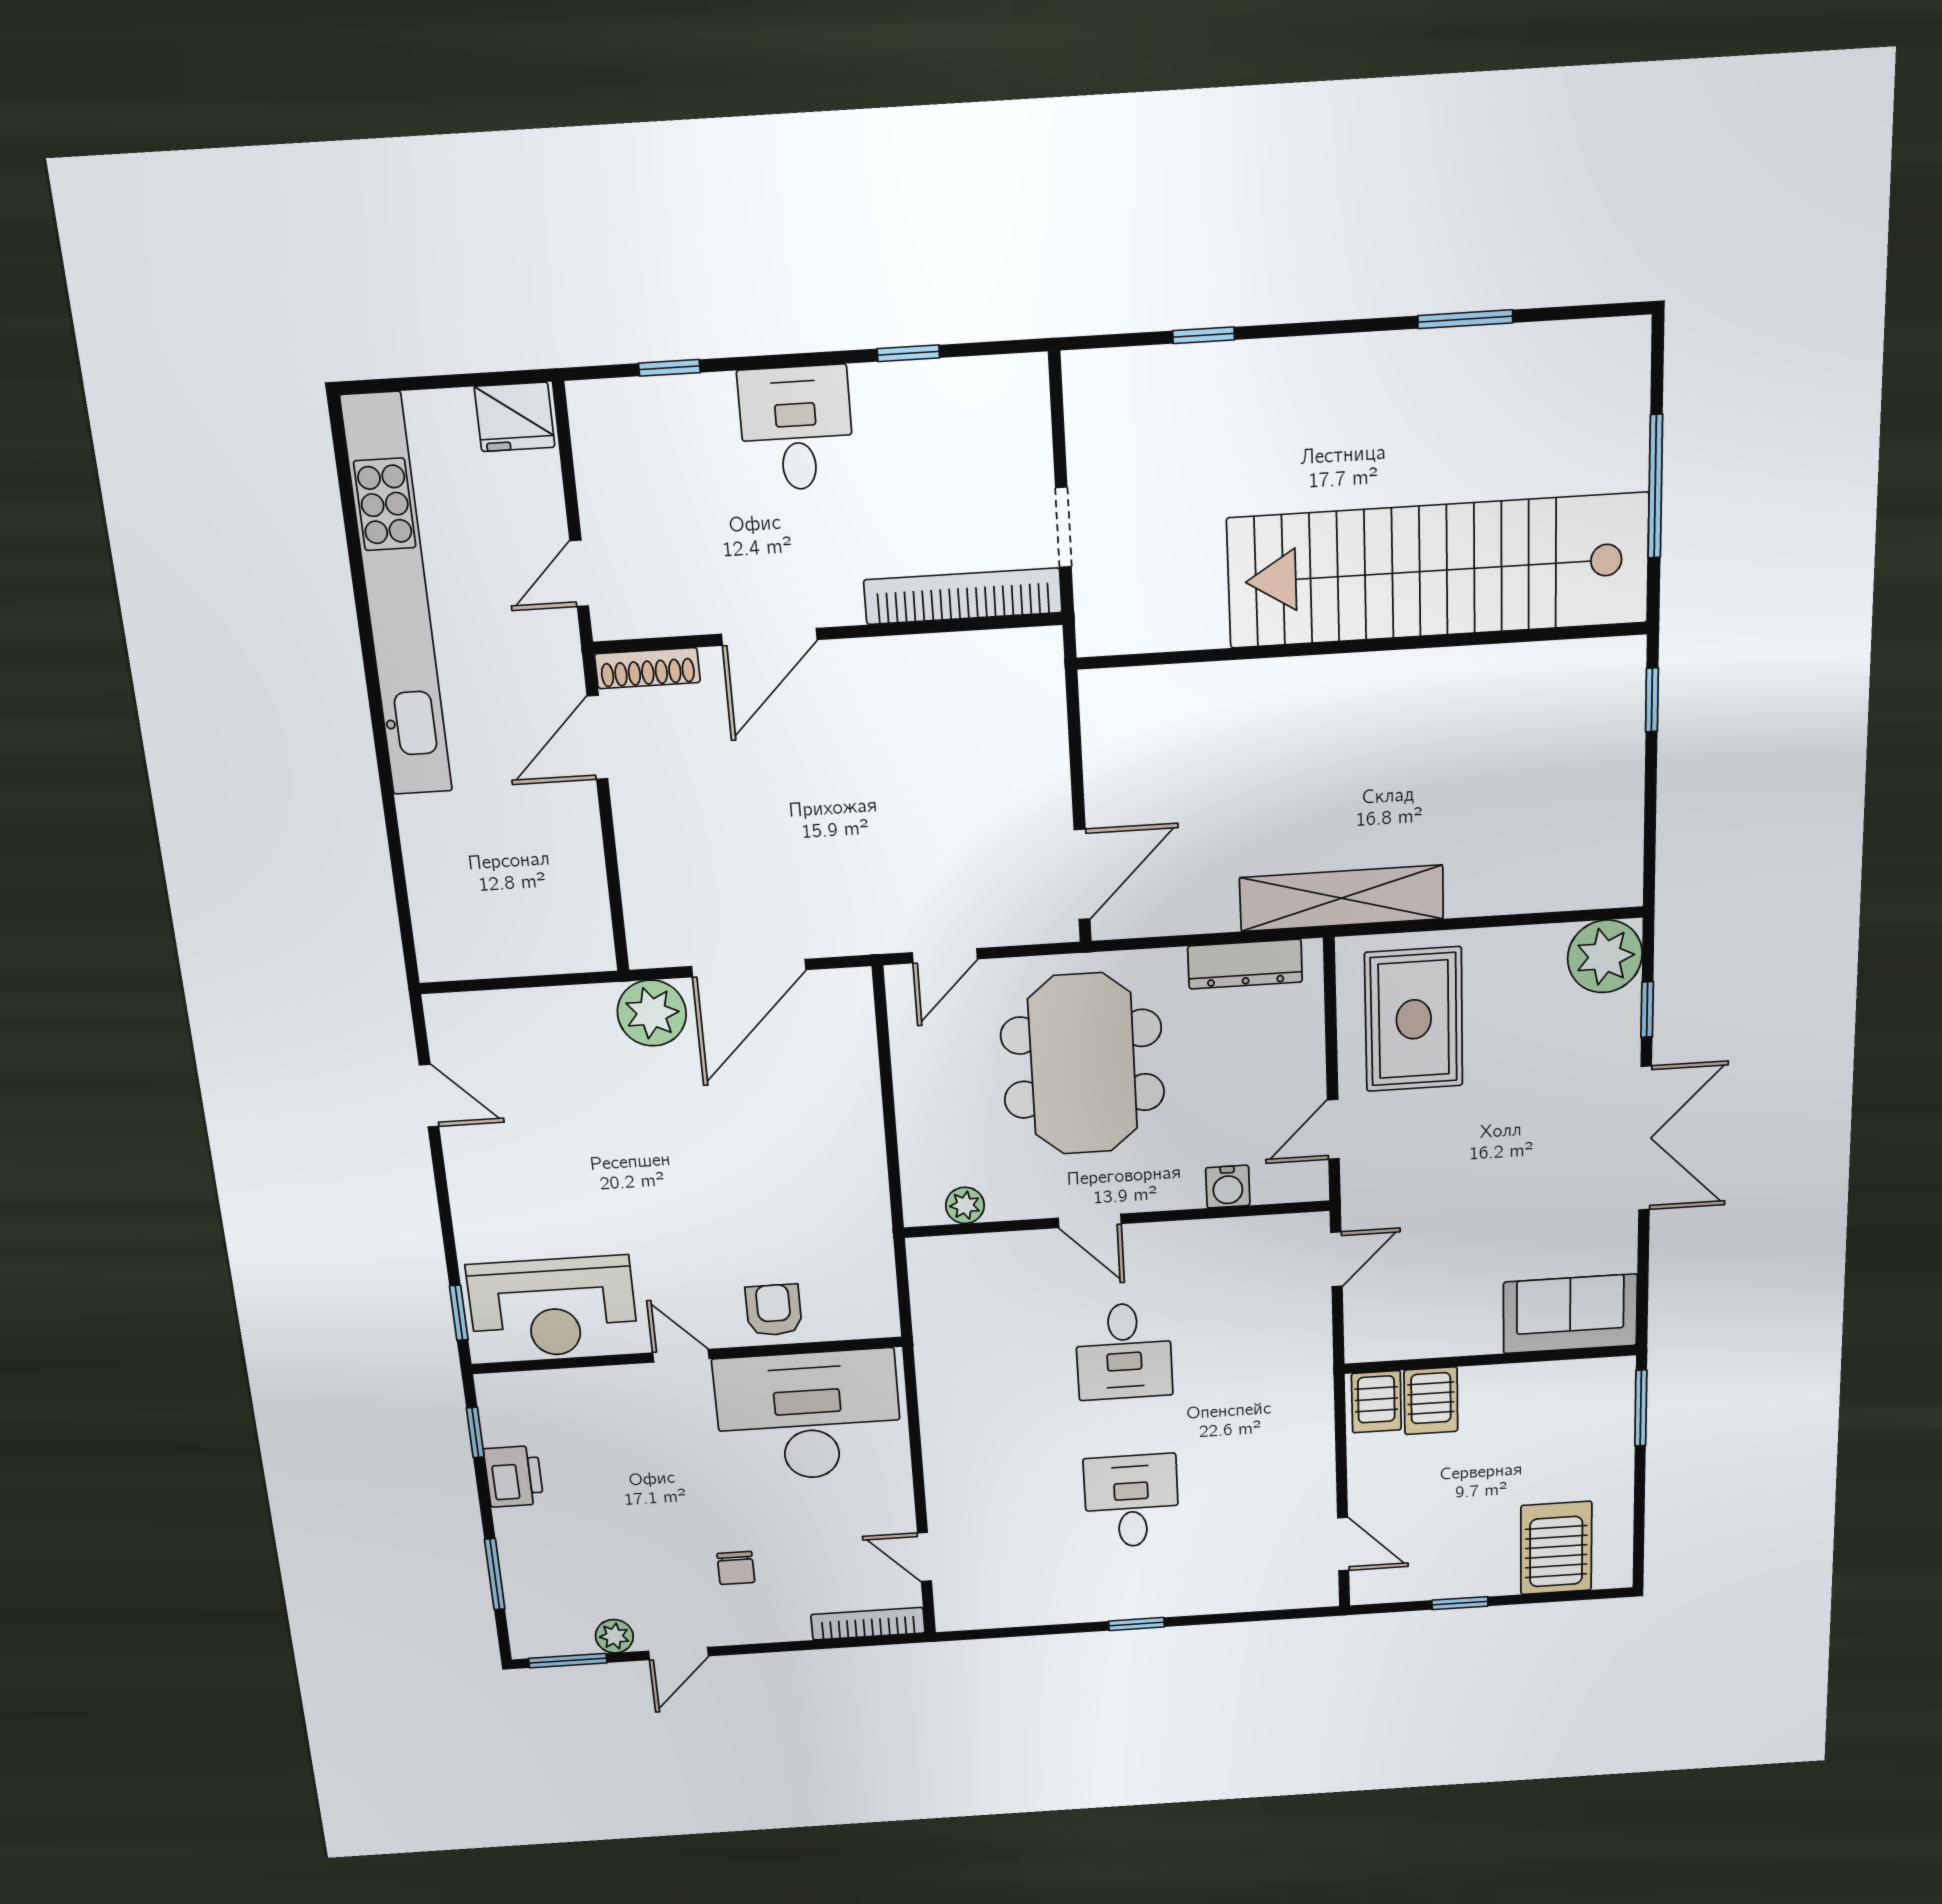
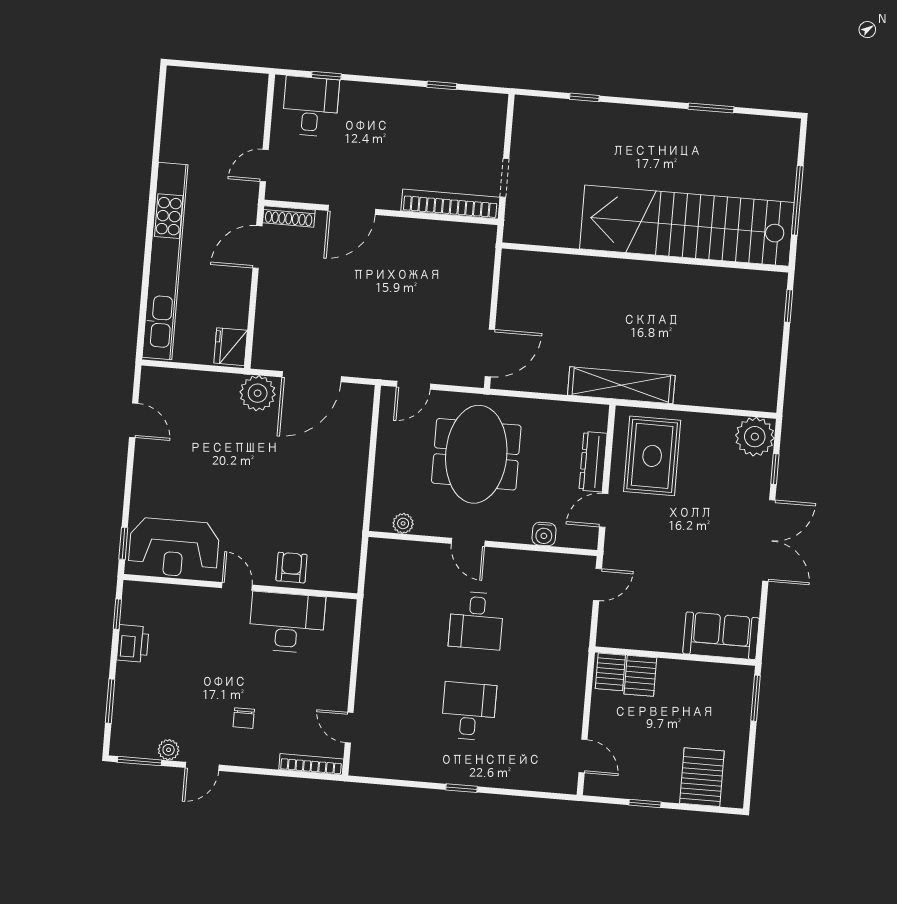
fridge: (515, 417) -> (231, 347), moved, turned 90
desk: (796, 428) -> (311, 106), moved
kitchen unit: (397, 597) -> (165, 261), moved
dresser: (1245, 964) -> (593, 462), moved, turned 90
desk: (808, 1416) -> (287, 622), width x0.73, depth x0.77

